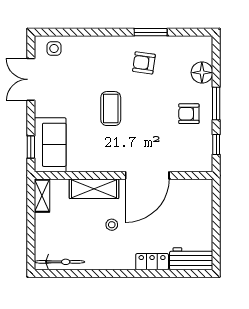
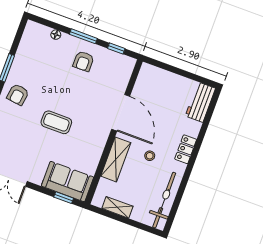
armchair: (144, 63) -> (18, 95), moved
floor lamp: (202, 73) -> (56, 35), width x0.53, depth x0.53
shelving: (42, 196) -> (117, 207), moved
bicycle: (60, 262) -> (164, 200), width x1.37, depth x1.40
locker: (152, 262) -> (186, 149), moved

